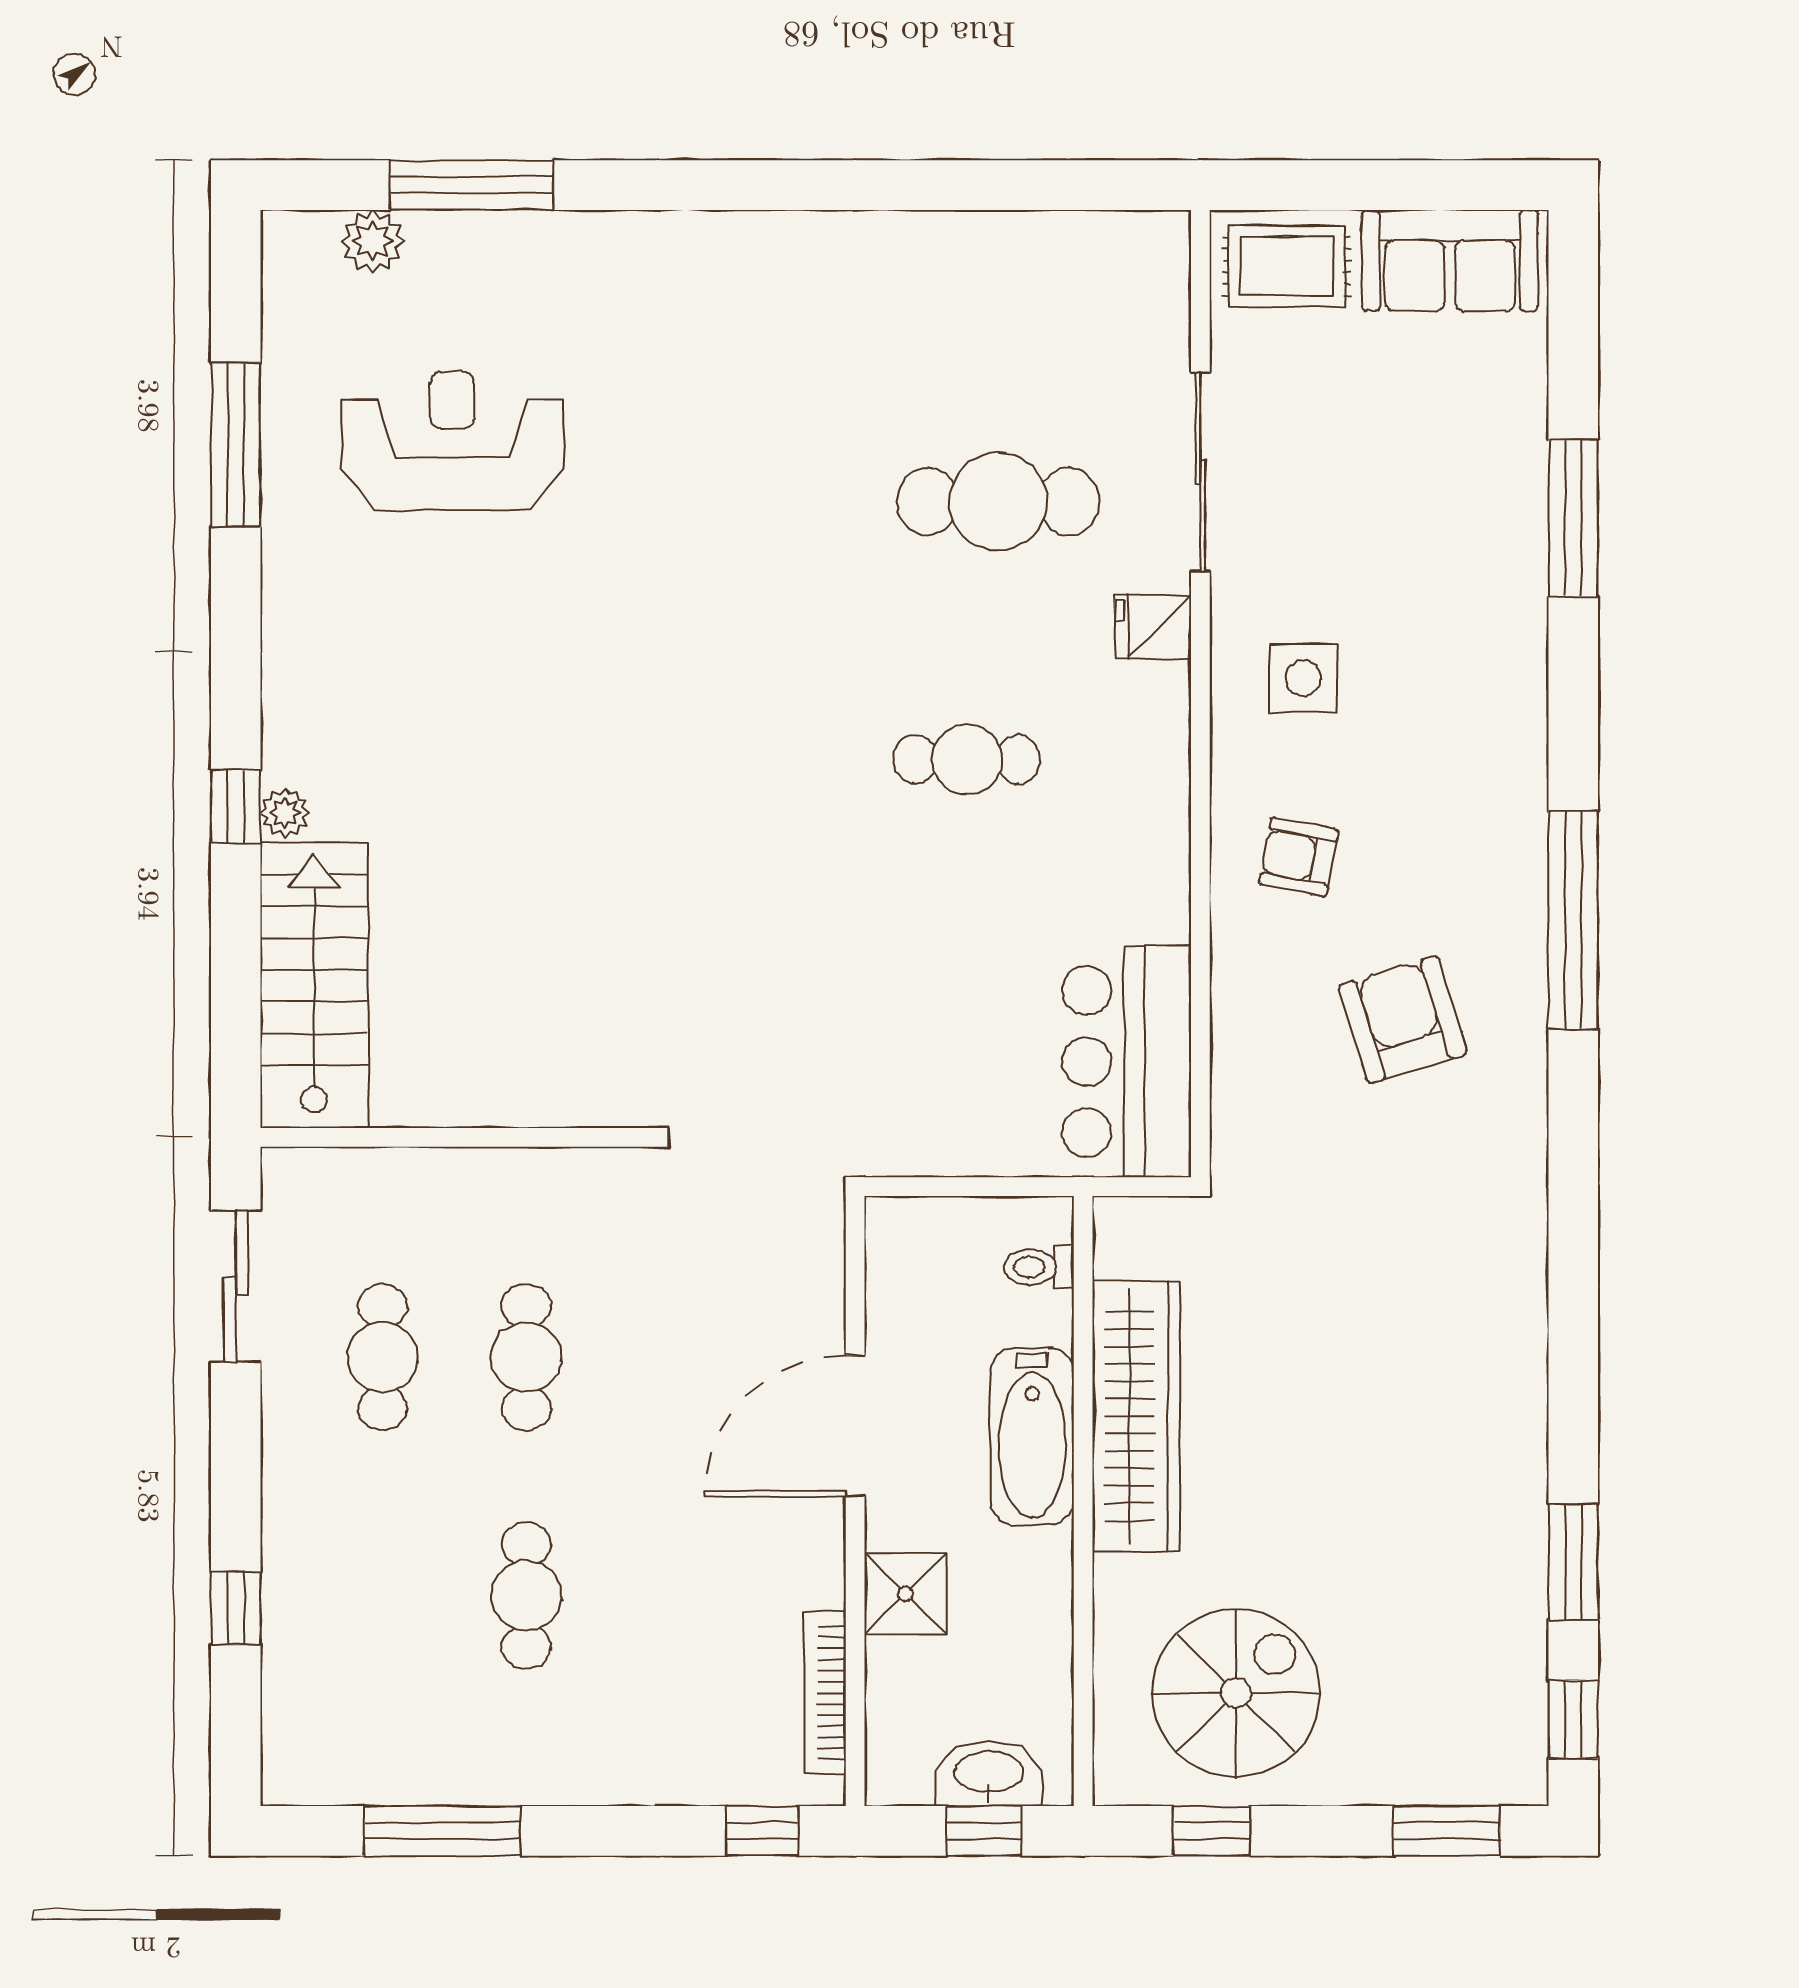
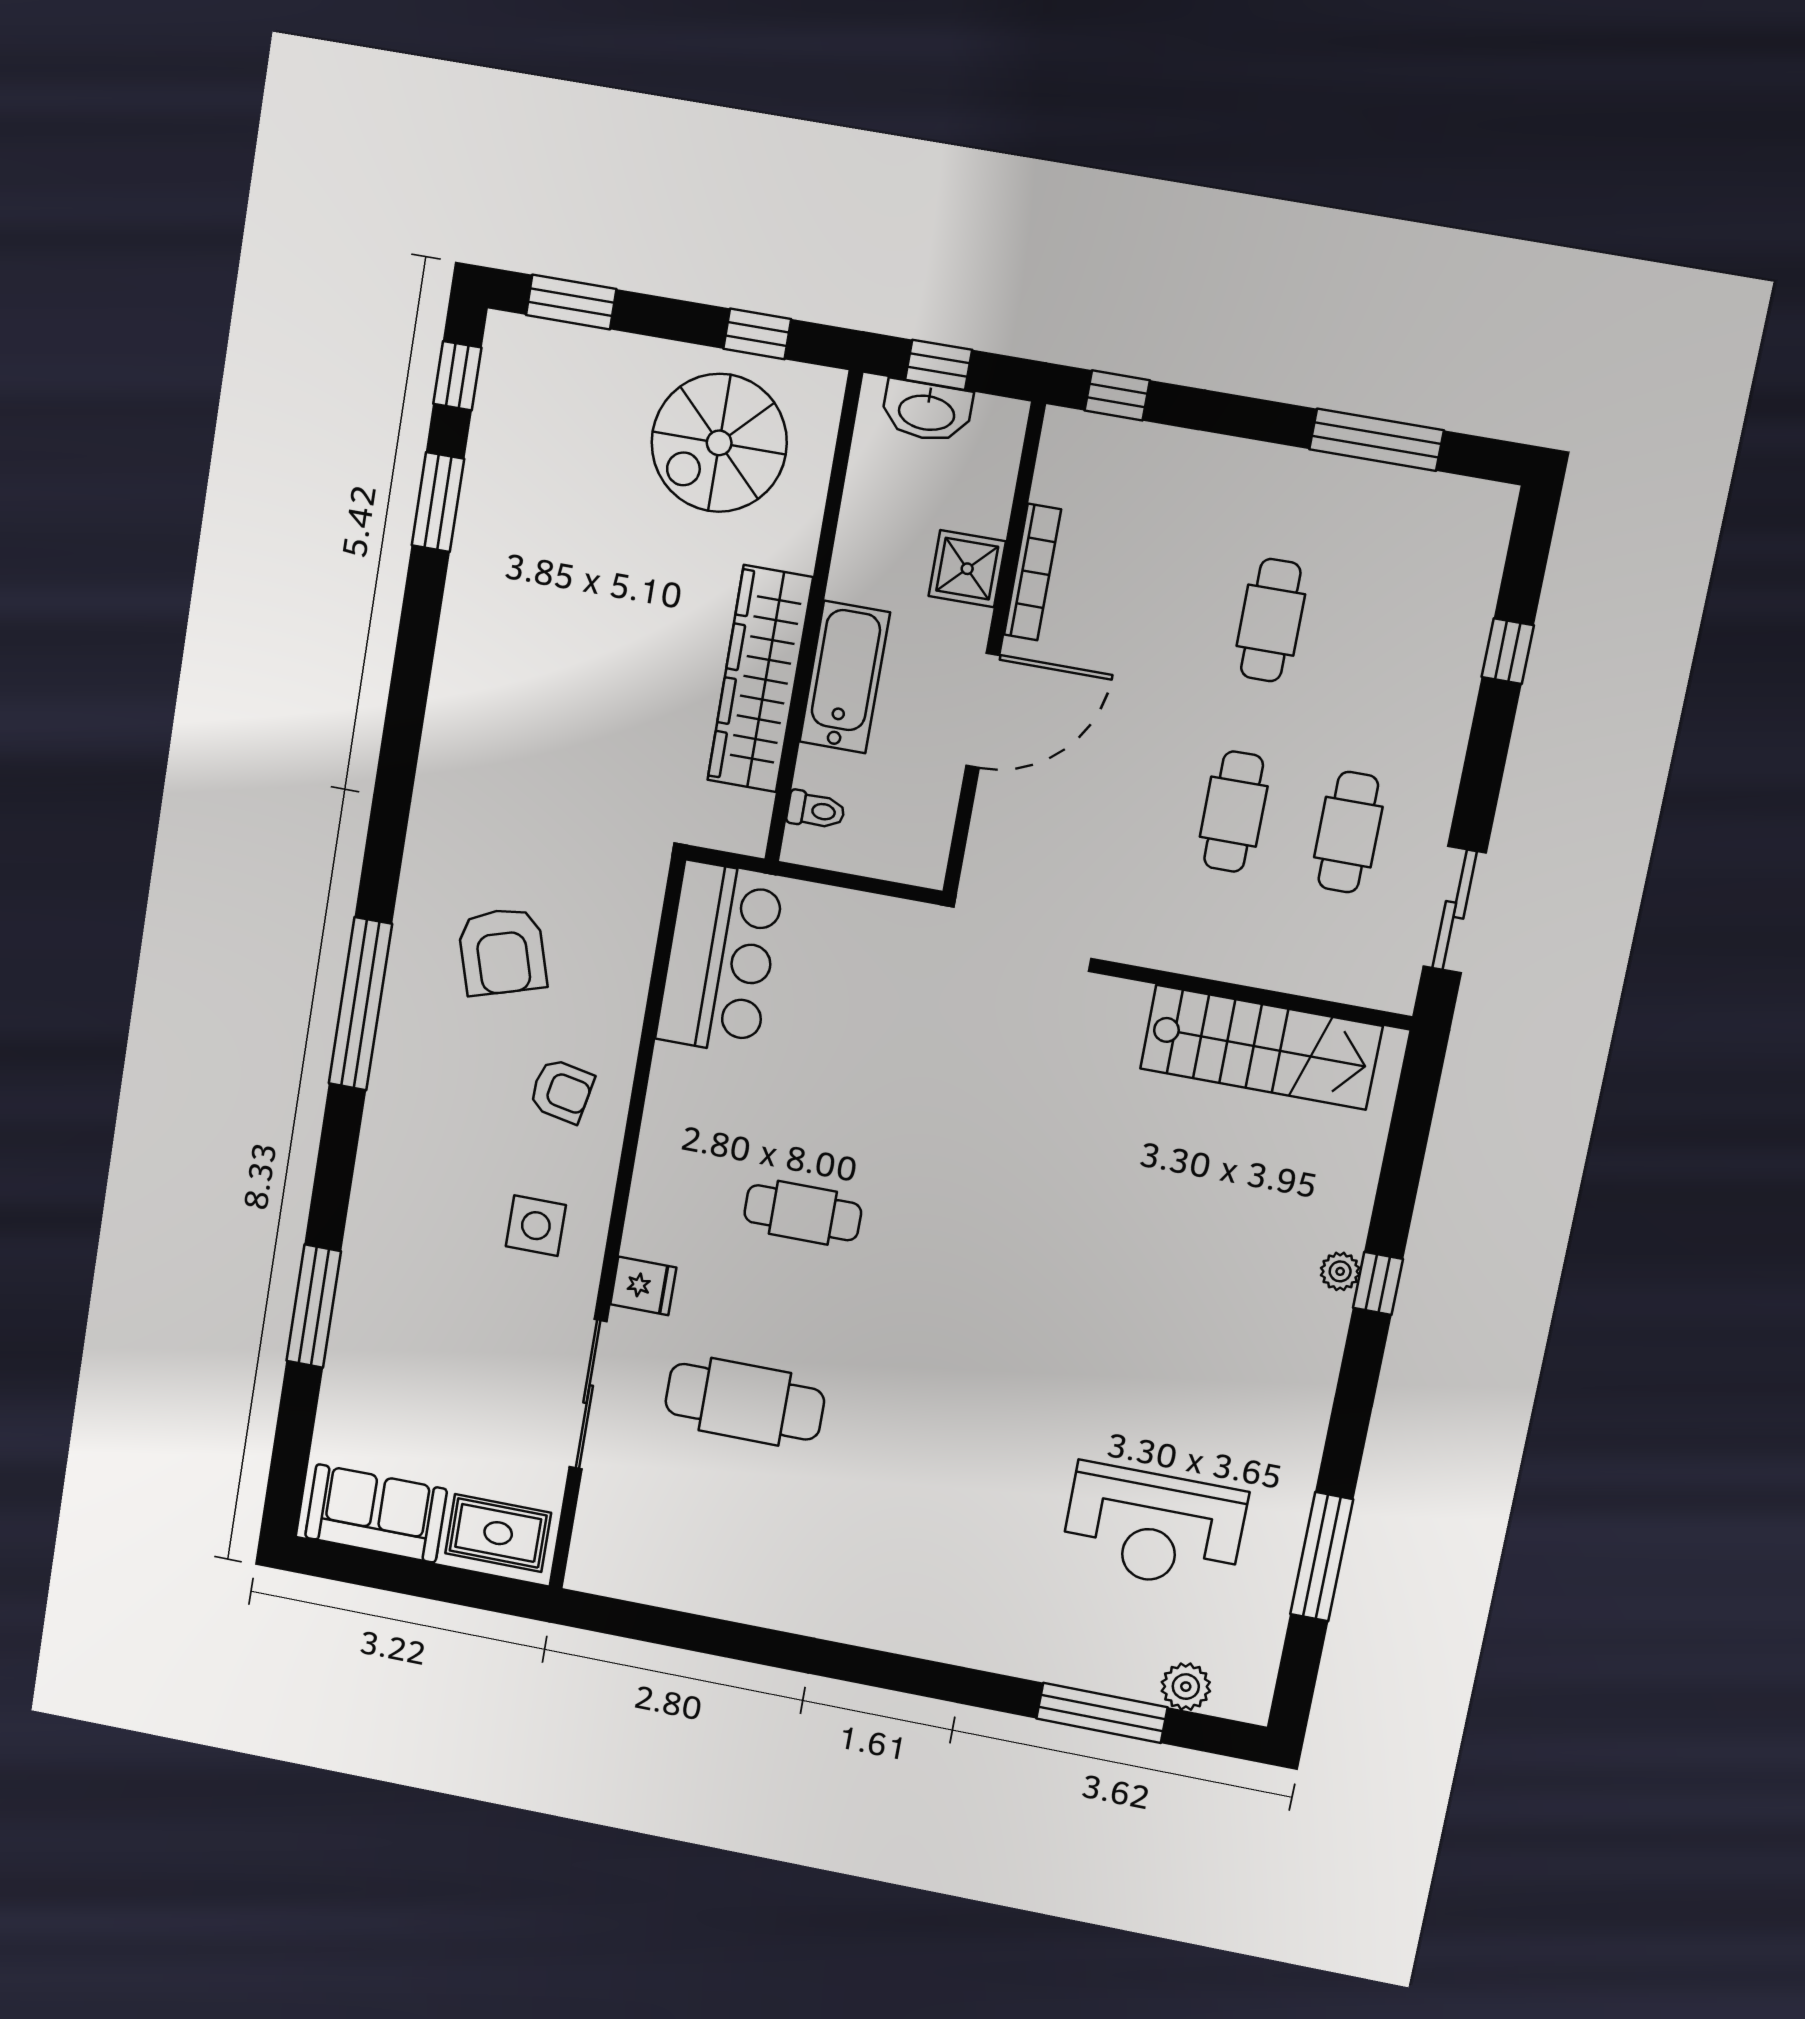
stairs: (314, 985) -> (1261, 1047), moved, turned -90
bookcase: (825, 1693) -> (1033, 572), moved

